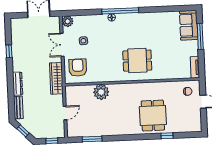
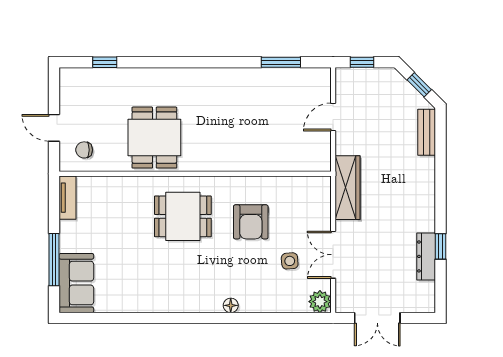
window: (120, 11) -> (213, 318), removed
double door: (62, 45) -> (333, 255), swing flipped
armchair: (78, 68) -> (251, 222), moved
dresser: (18, 84) -> (426, 256), moved
plant: (101, 92) -> (258, 156), removed
dining table: (153, 116) -> (154, 138), moved
window: (167, 136) -> (105, 62), moved

